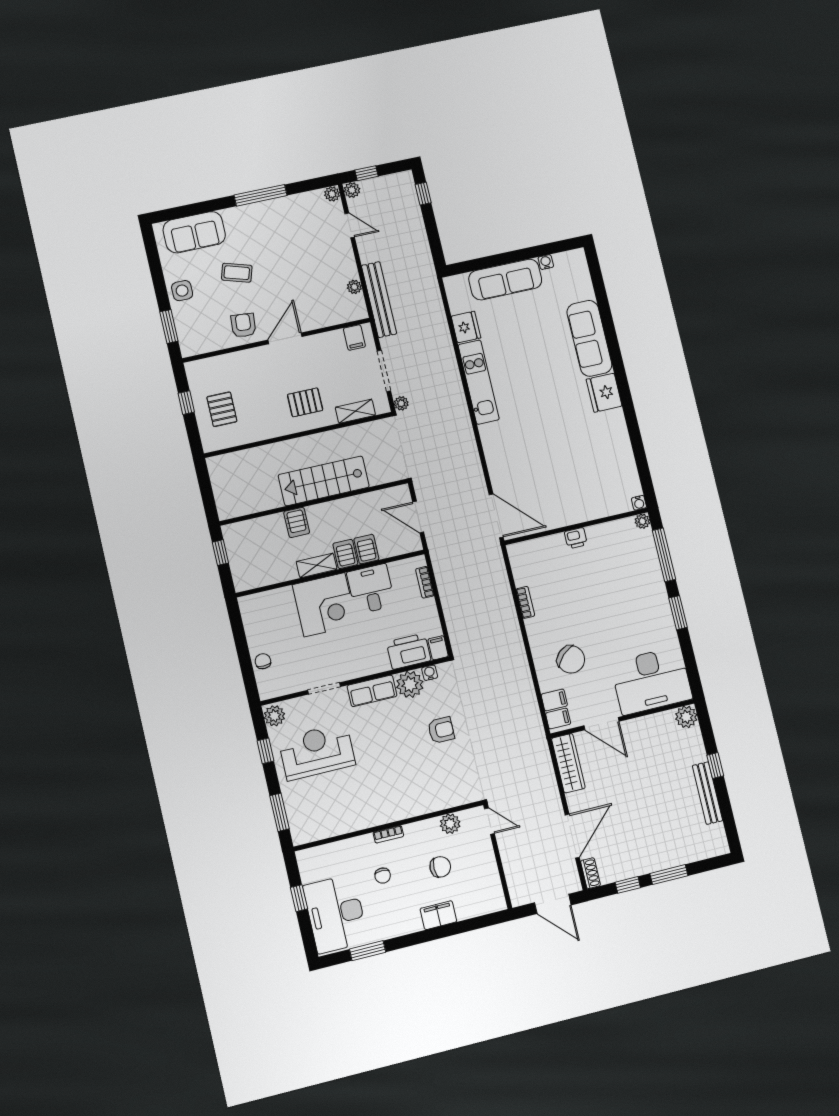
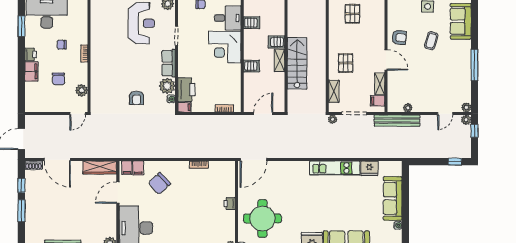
shelving: (326, 340) -> (380, 84), added
pallet: (222, 409) -> (352, 14), turned 90
round table: (587, 480) -> (262, 219), added
server rack: (366, 549) -> (252, 23), moved
shelving: (317, 565) -> (279, 60), moved
desk: (371, 589) -> (228, 18), moved
printer: (411, 923) -> (31, 54), added

